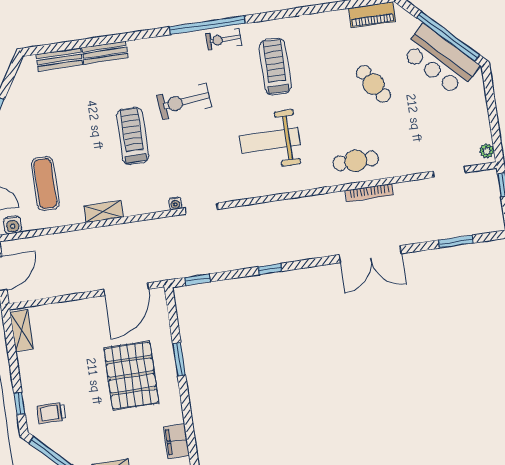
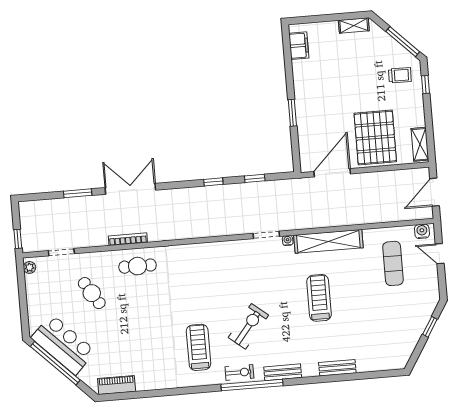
bench: (59, 59) -> (283, 372), moved
treadmill: (275, 67) -> (199, 347), turned 180
cafe table: (374, 84) -> (92, 293), moved
exercise bike: (184, 101) -> (248, 326), moved, turned -45
treadmill: (133, 136) -> (319, 298), turned 180
weight bench: (270, 140) -> (207, 287), removed
shelving: (104, 212) -> (328, 241), width x2.20, depth x1.33
window: (456, 242) -> (78, 193), moved
window: (197, 280) -> (255, 178), moved
pallet: (131, 375) -> (375, 137), moved

